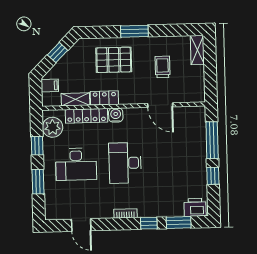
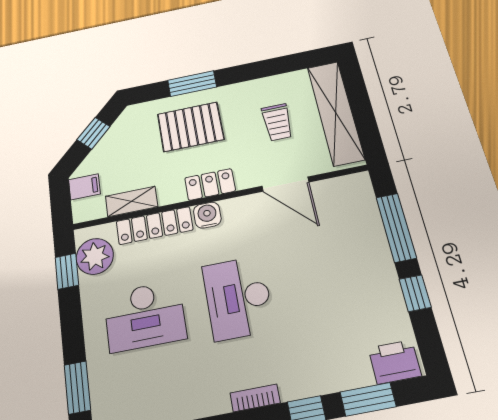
window: (134, 31) -> (192, 84), moved
shelving: (197, 50) -> (336, 113), width x2.20, depth x1.33
trolley: (163, 67) -> (277, 122), turned 180
locker: (104, 98) -> (210, 184), moved
window: (37, 146) -> (67, 271), moved
window: (38, 182) -> (77, 387), moved

